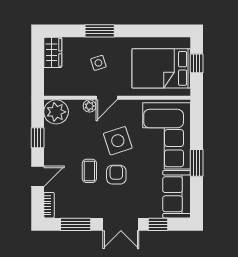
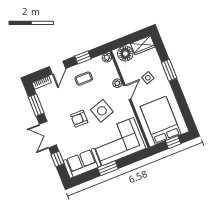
floor lamp: (55, 80) -> (125, 54), added
door: (107, 98) -> (127, 92), swing flipped
plant: (56, 112) -> (107, 58), width x0.53, depth x0.53
coffee table: (89, 171) -> (84, 79), moved
armchair: (116, 175) -> (79, 119), turned 180
door: (38, 176) -> (58, 68), hinge flipped

